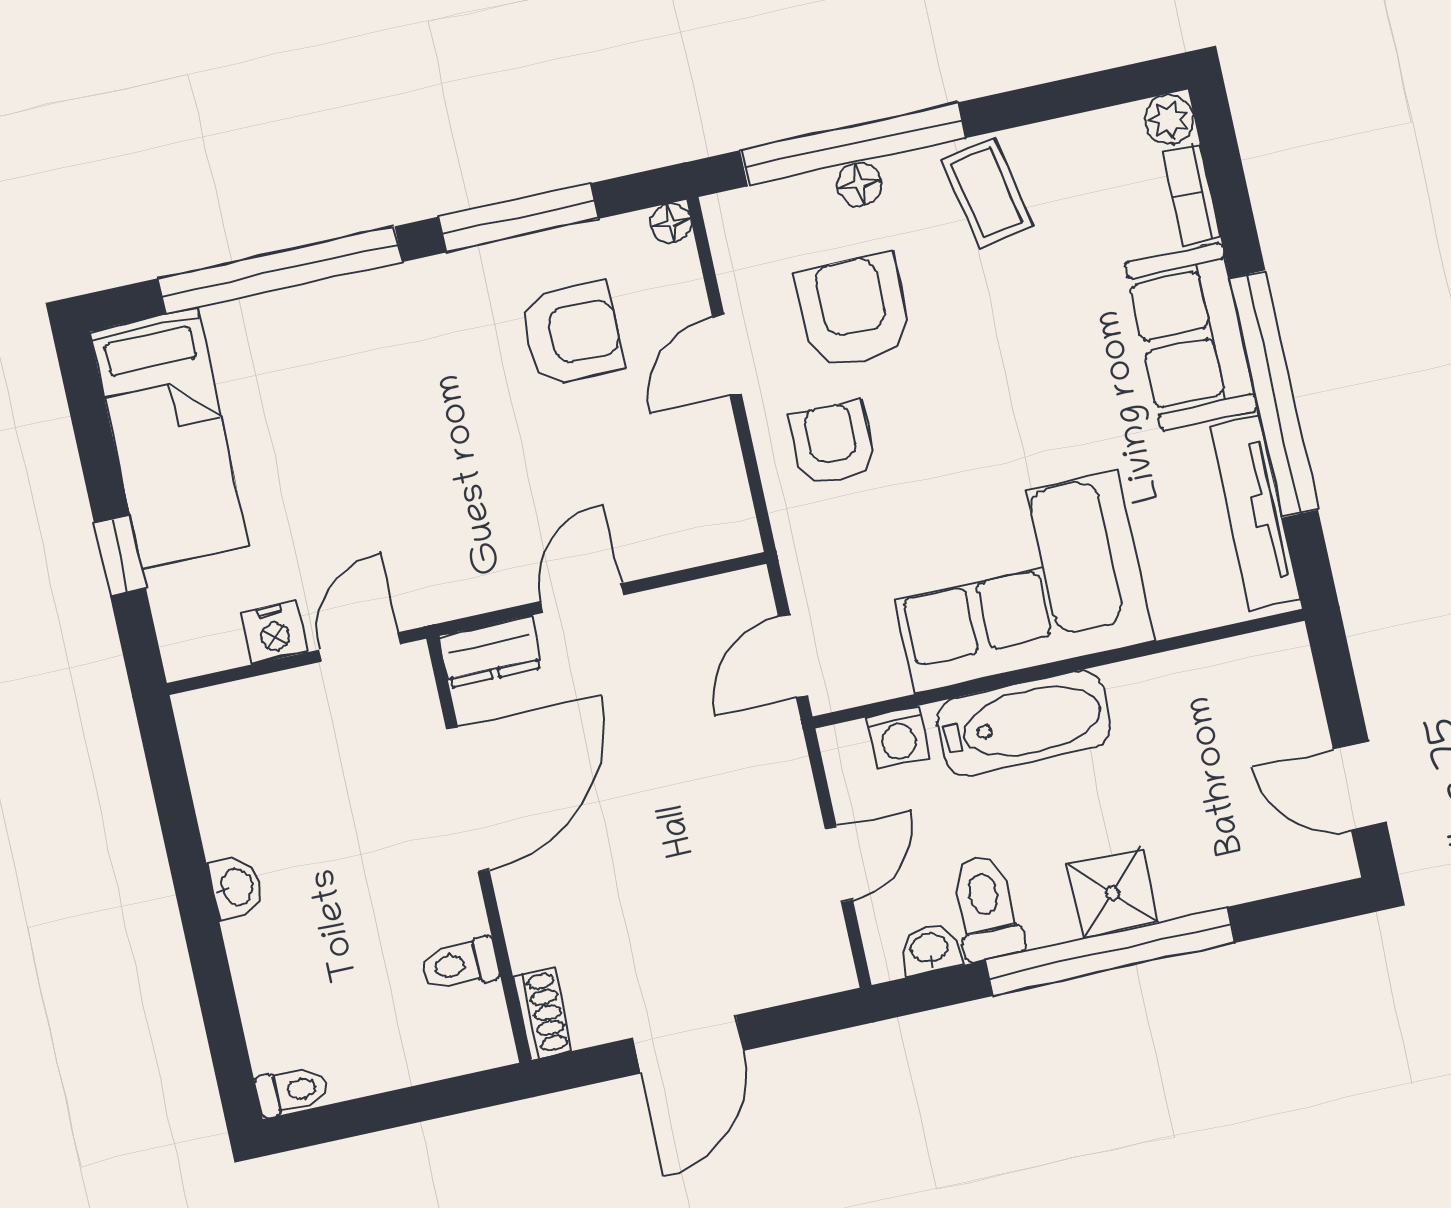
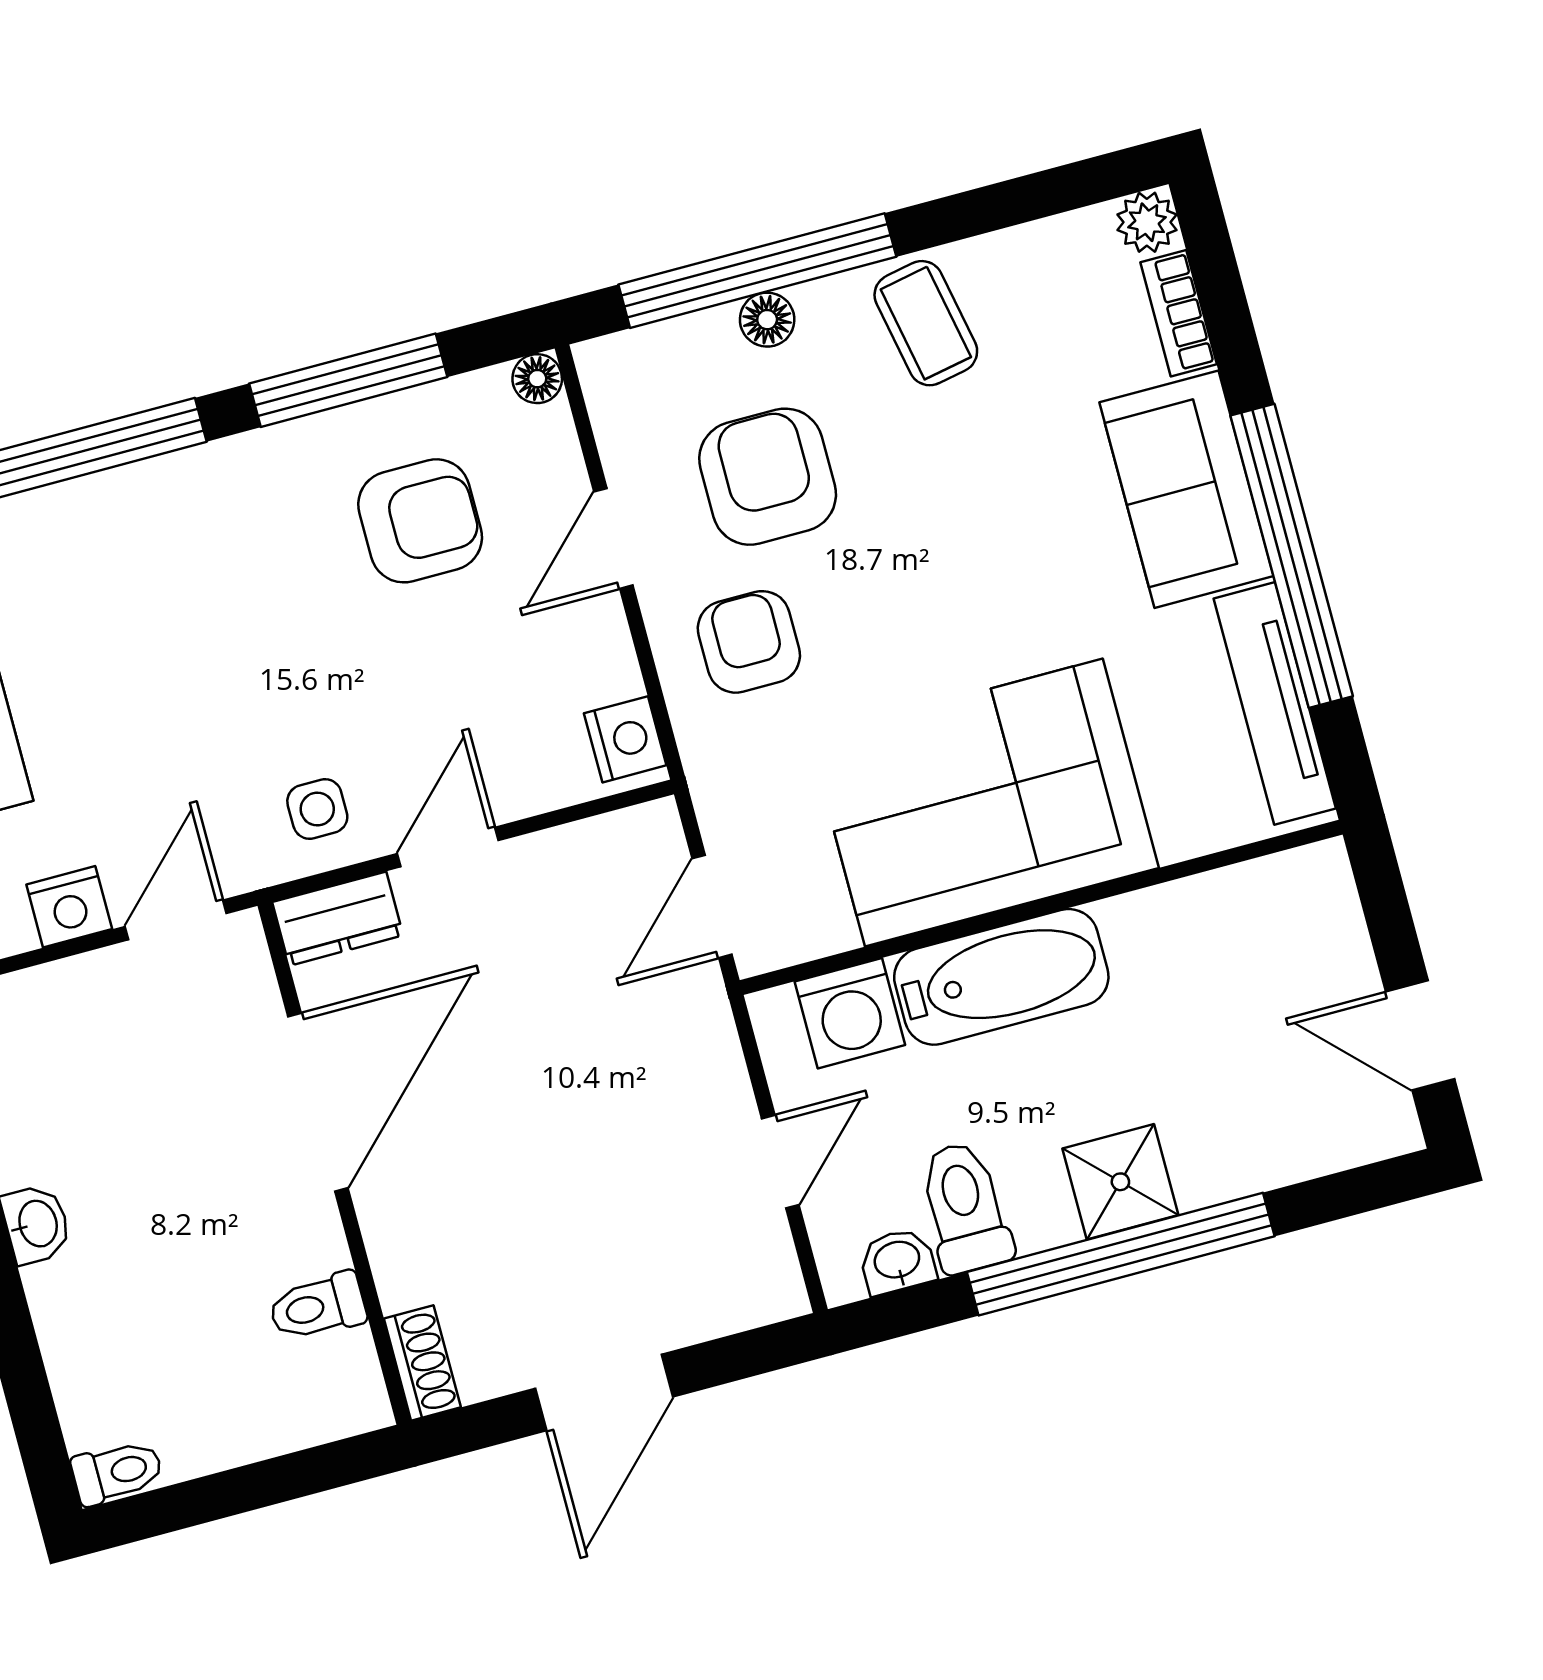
nightstand: (729, 518) -> (625, 739), added
side table: (478, 563) -> (317, 809), added
washing machine: (898, 737) -> (850, 1013), width x1.38, depth x1.38

